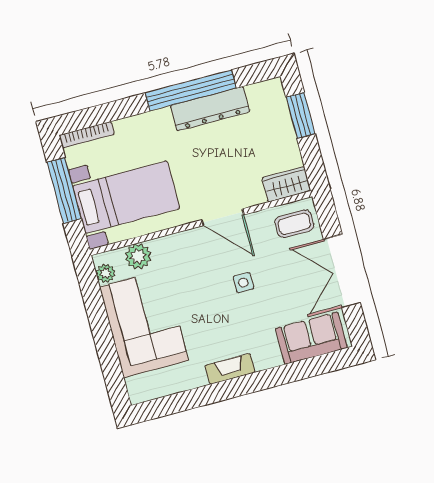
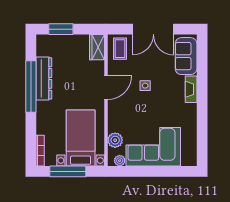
fireplace: (230, 369) -> (191, 89), moved

